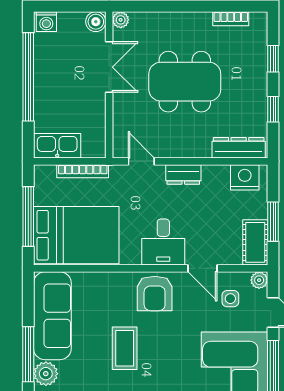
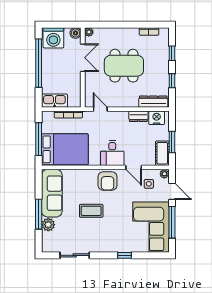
washing machine: (46, 22) -> (53, 38), width x1.89, depth x1.89
dresser: (183, 174) -> (138, 116), moved
coffee table: (125, 348) -> (91, 211), turned 90

